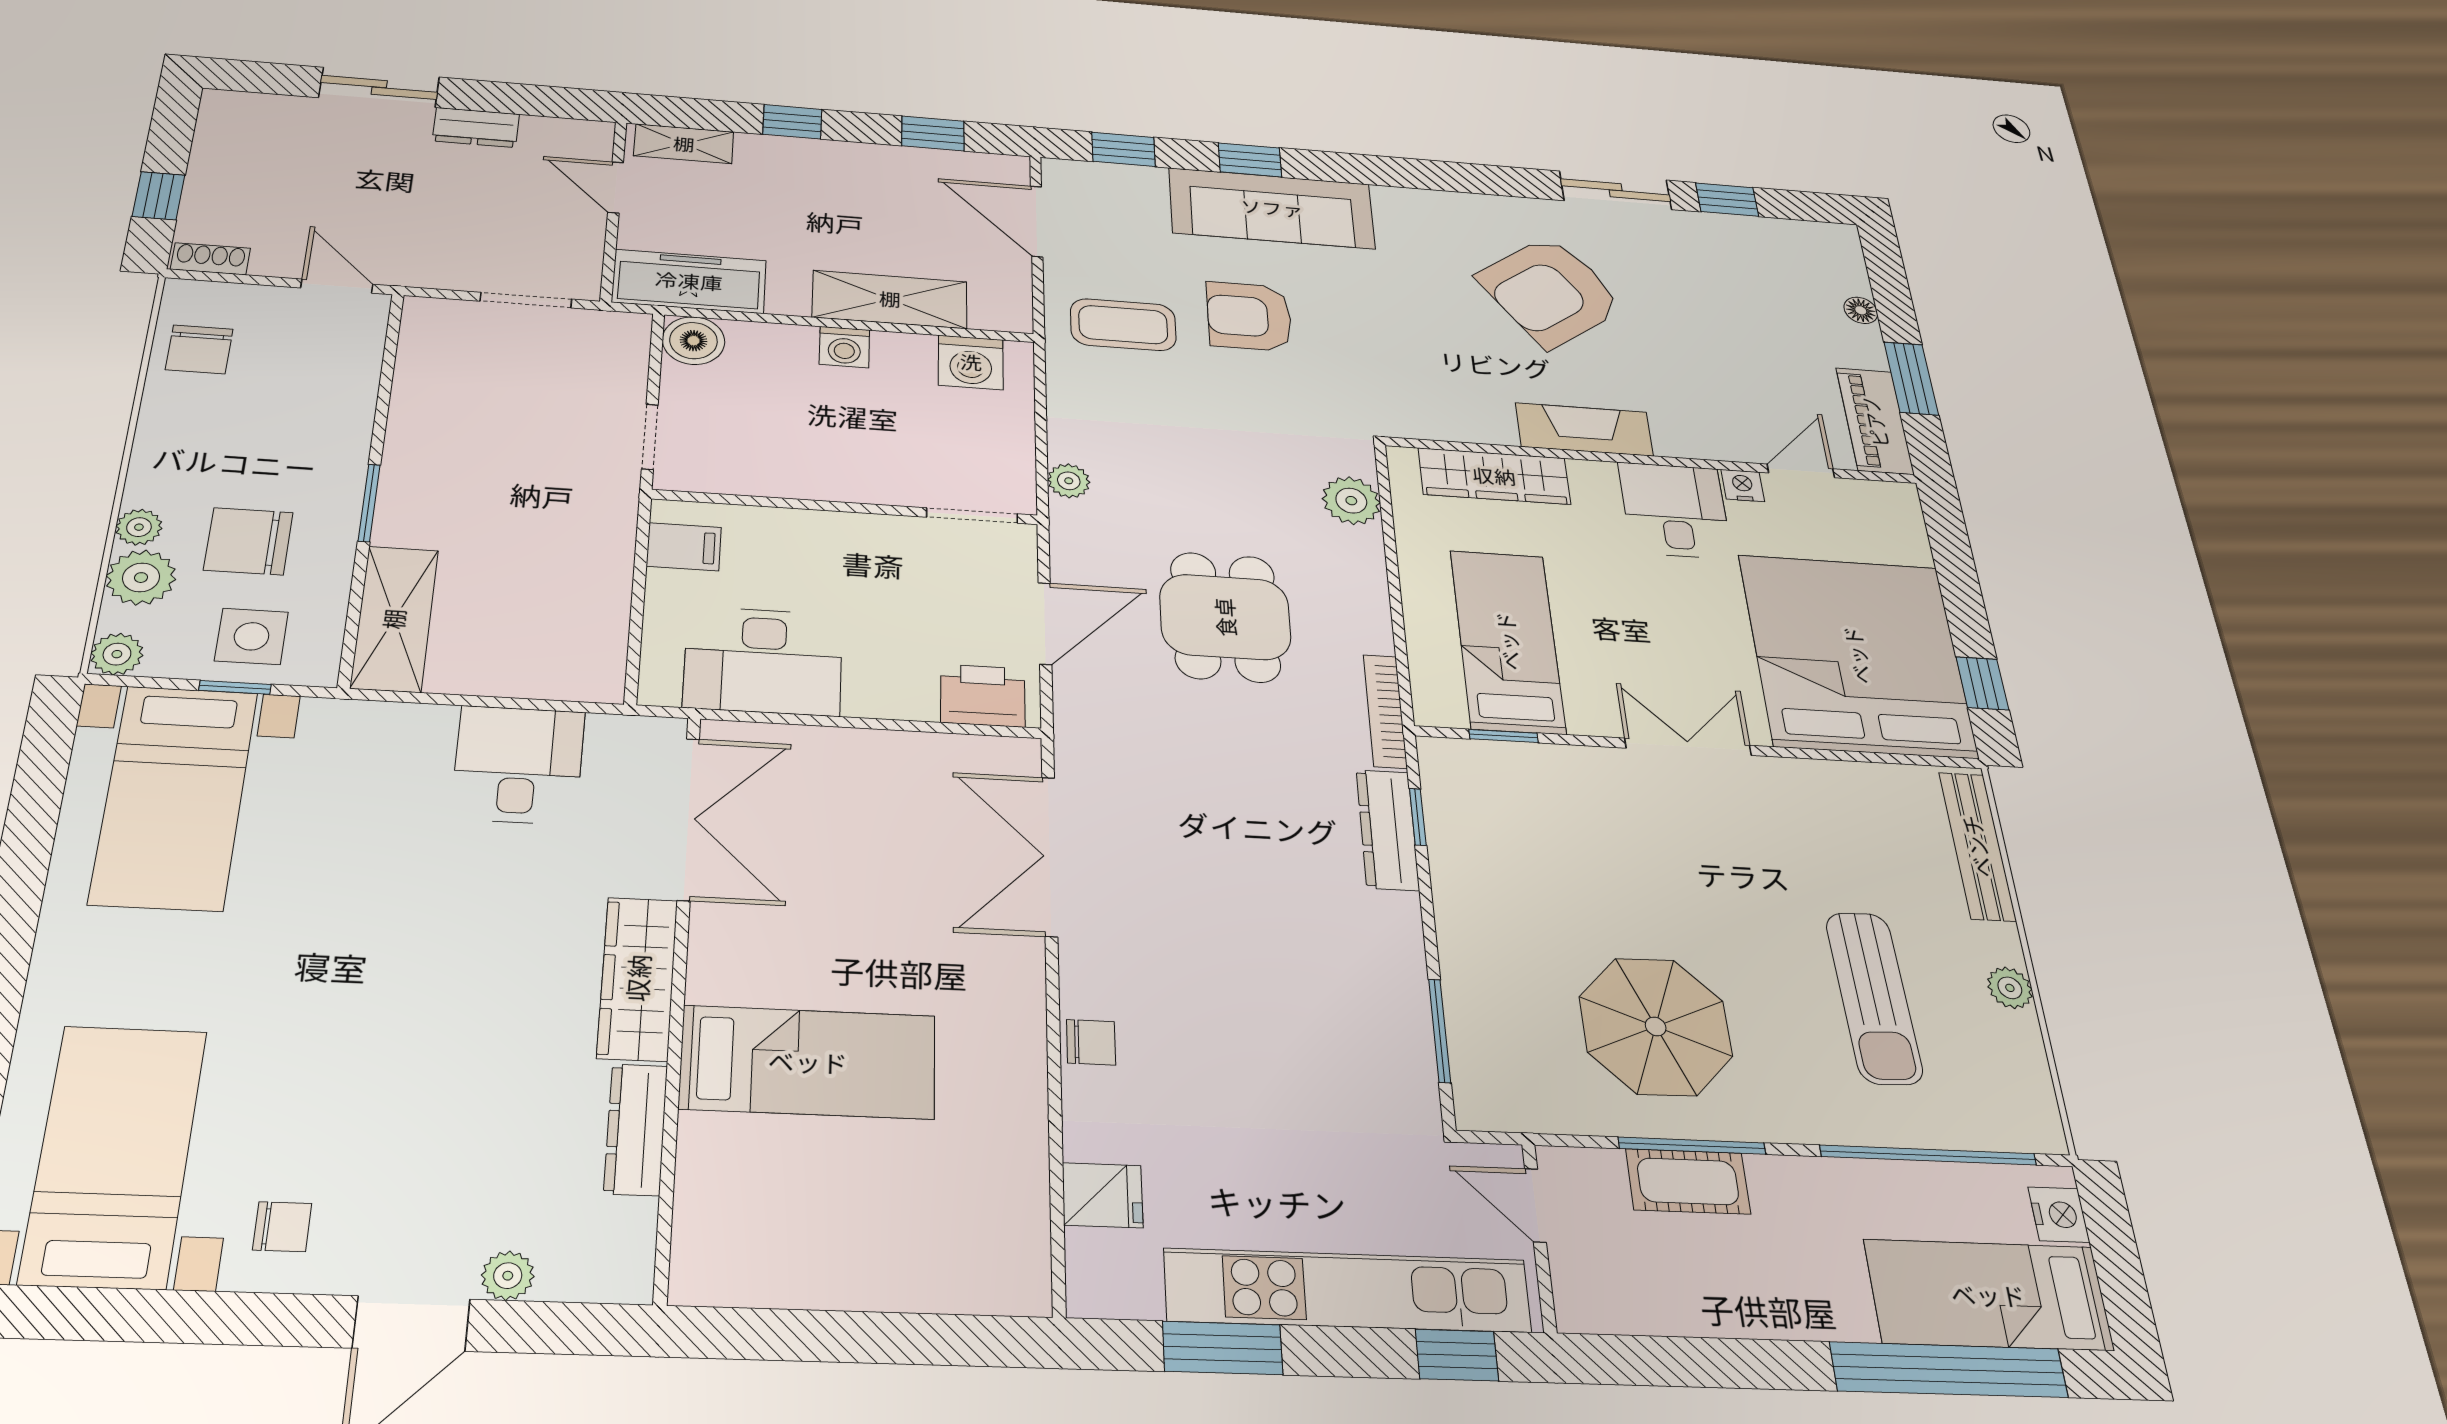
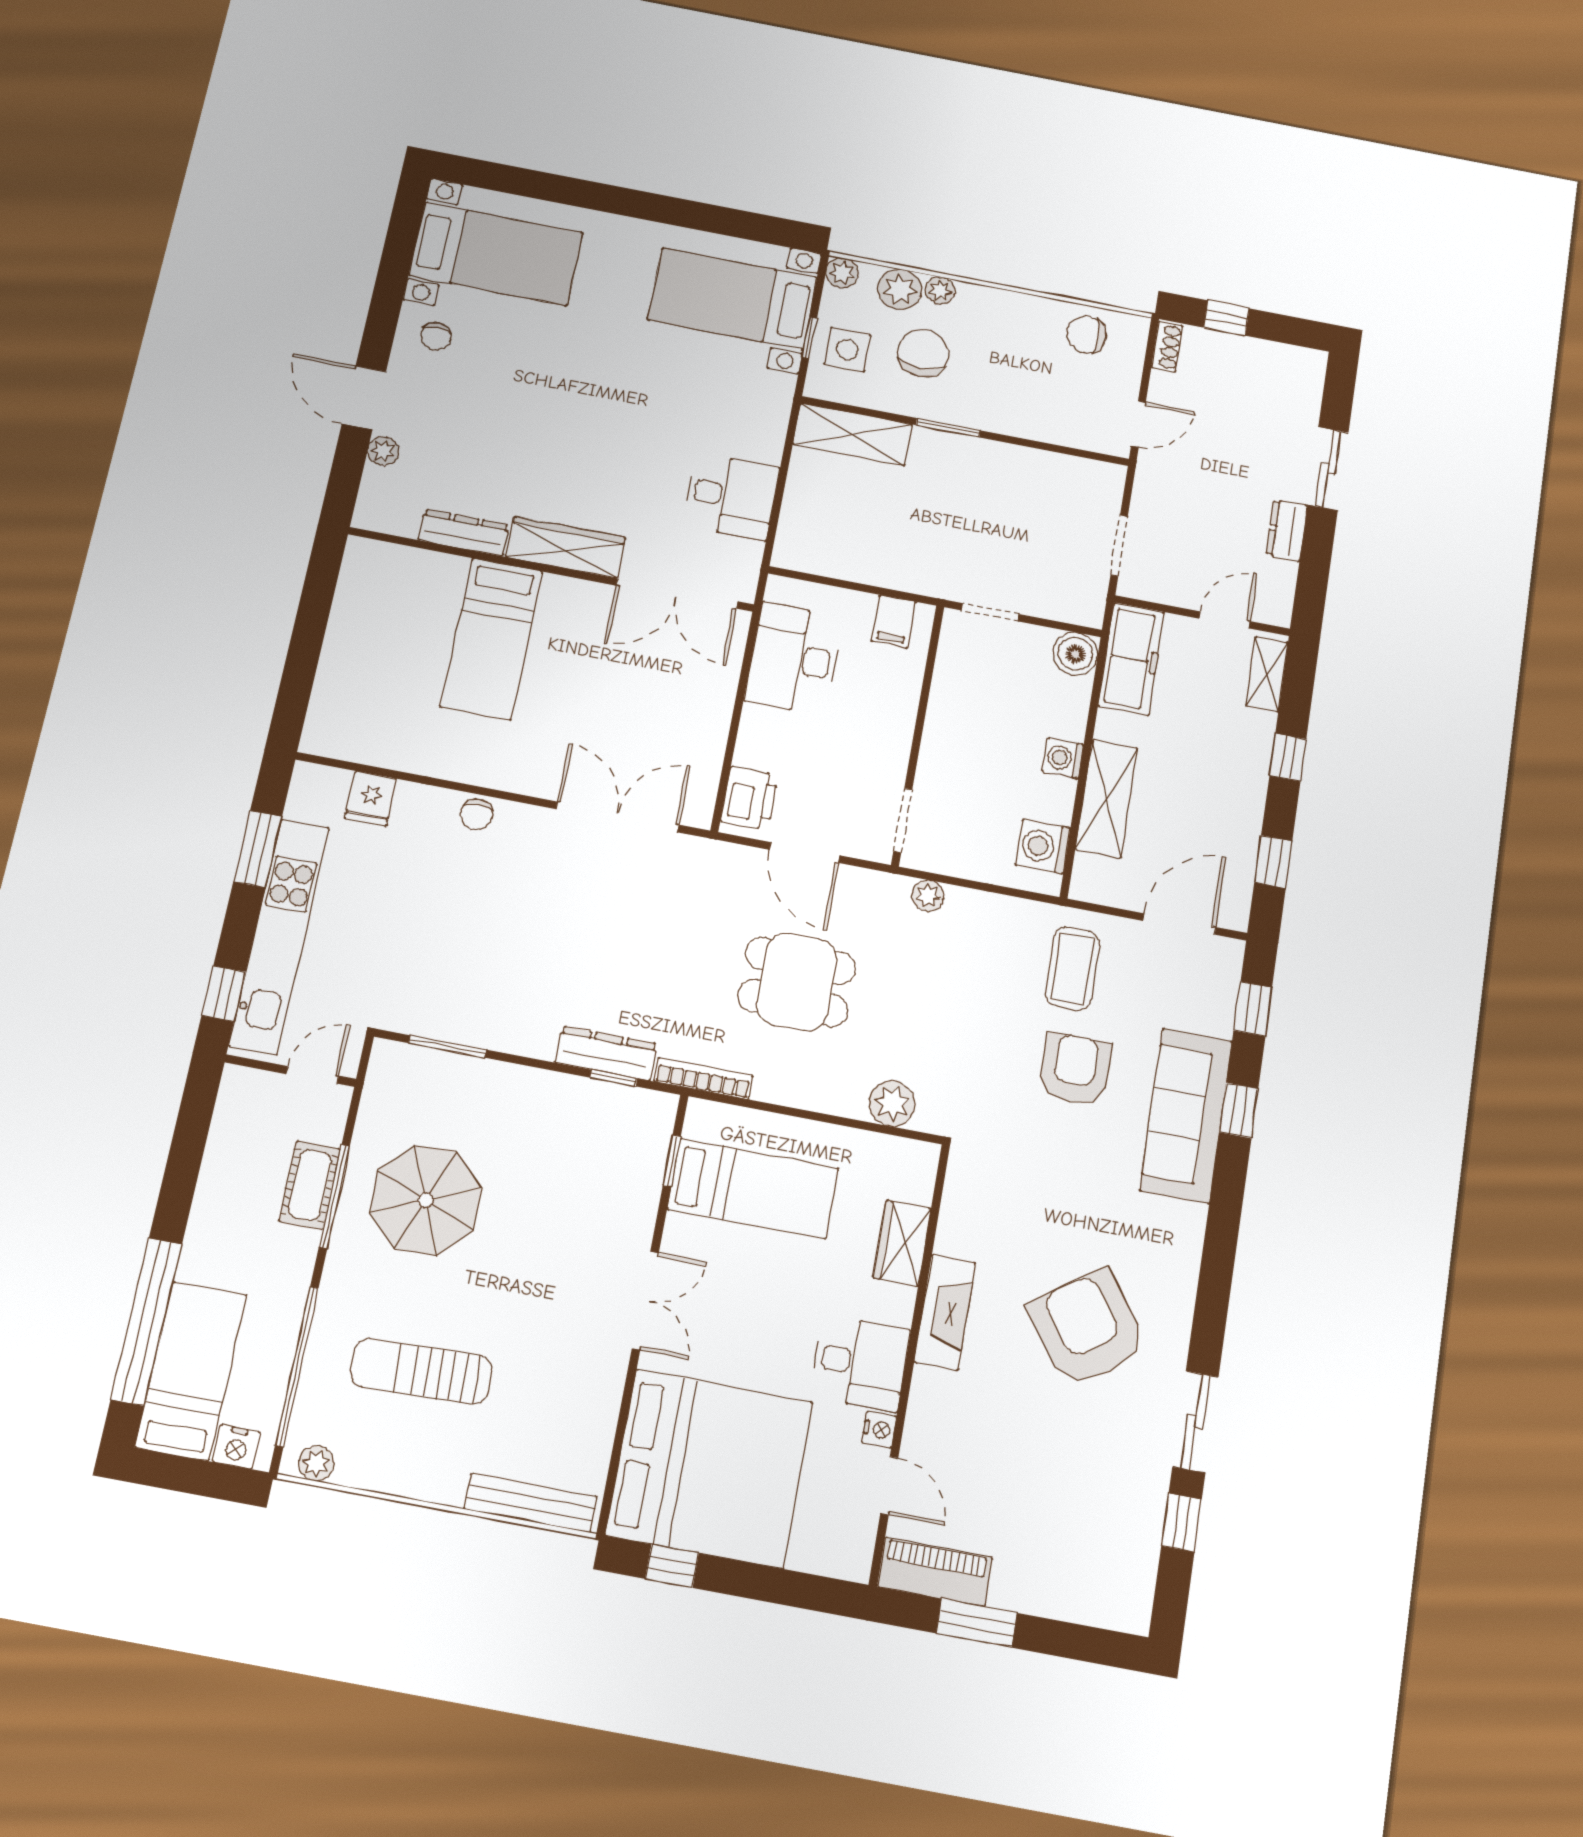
floor lamp: (1861, 310) -> (1052, 1604), removed
wardrobe: (1494, 476) -> (902, 1243), width x0.67
plant: (2010, 988) -> (316, 1463), moved

